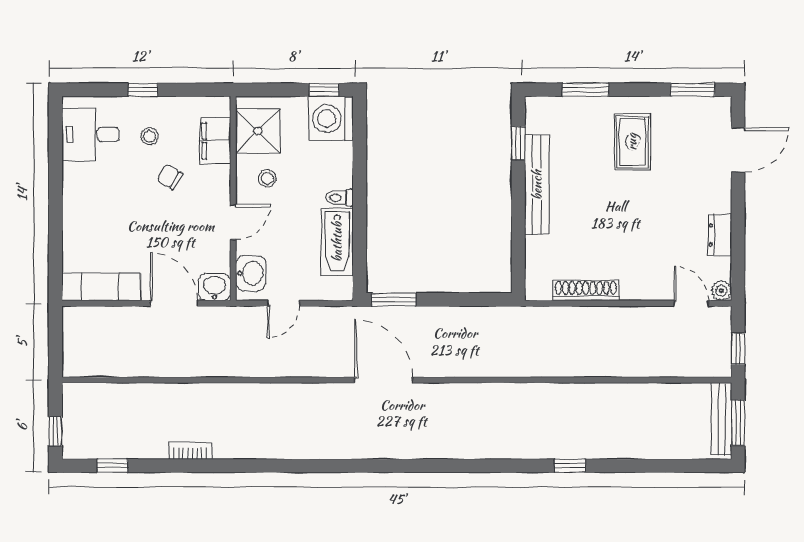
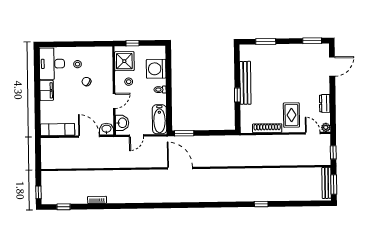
window: (143, 90) -> (74, 44), removed
window: (324, 90) -> (132, 43), moved
washing machine: (331, 119) -> (156, 69), moved
desk: (90, 134) -> (52, 64), width x1.37
filing cabinet: (215, 141) -> (47, 90), moved, turned 180
rug: (632, 142) -> (291, 115), moved
window: (518, 143) -> (237, 95), moved
bathtub: (337, 242) -> (159, 119), moved

